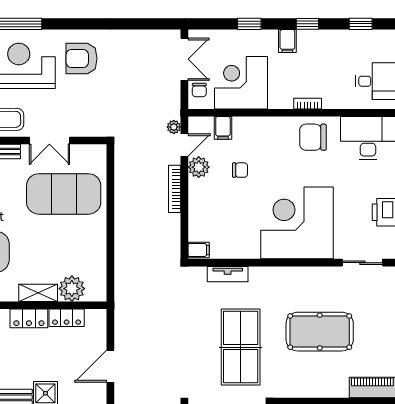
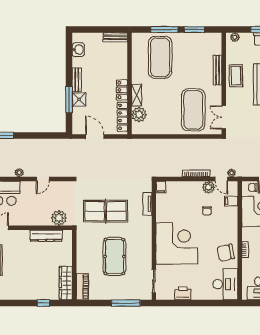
chair: (313, 137) -> (226, 253), turned -102
double door: (49, 141) -> (224, 117), moved
locker: (67, 318) -> (122, 117), width x1.53

